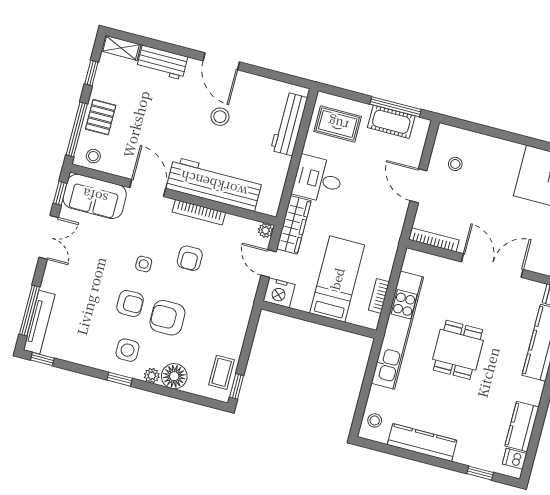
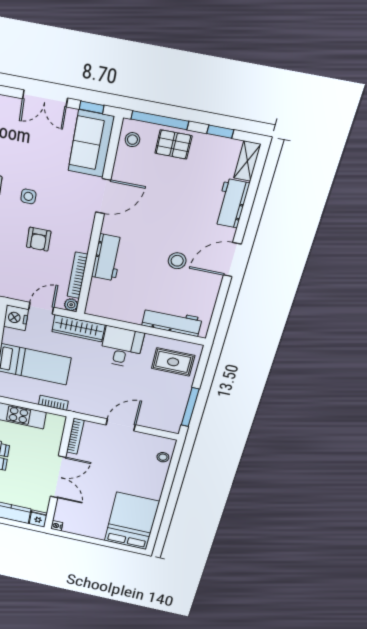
cot: (391, 122) -> (176, 404), removed
rug: (338, 124) -> (173, 362), turned 90
stool: (455, 164) -> (163, 457), moved
workbench: (214, 184) -> (107, 258), width x0.53, depth x0.76
bookcase: (199, 212) -> (77, 275), moved
armchair: (190, 258) -> (39, 239), turned -90
bookcase: (379, 296) -> (53, 403), moved

